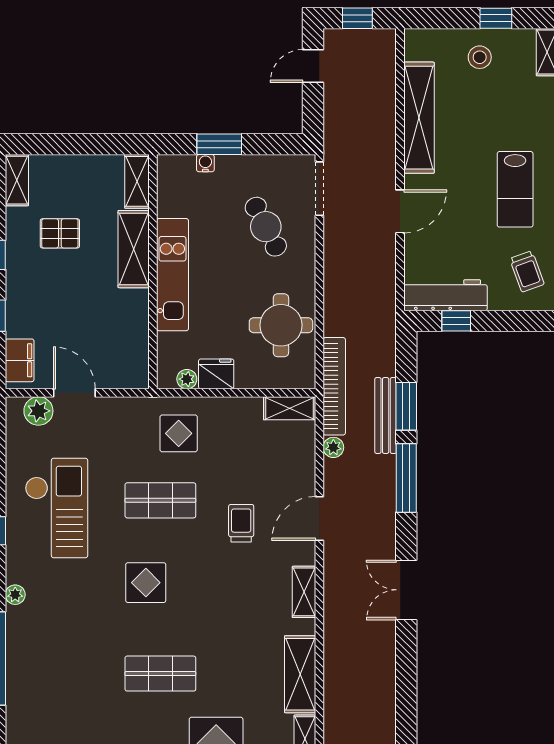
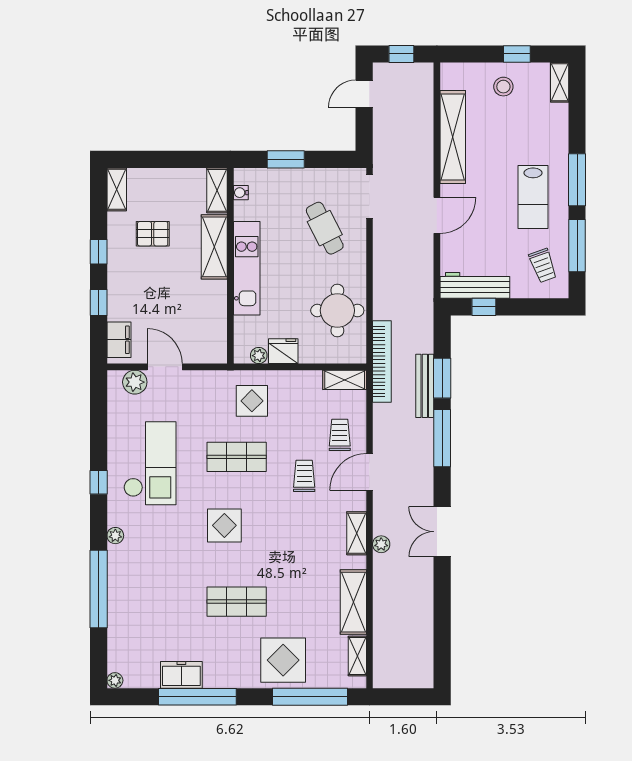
water cooler: (205, 163) -> (241, 193), moved, turned -90
plant: (333, 447) -> (381, 544), moved
trolley: (284, 474) -> (340, 435), added

